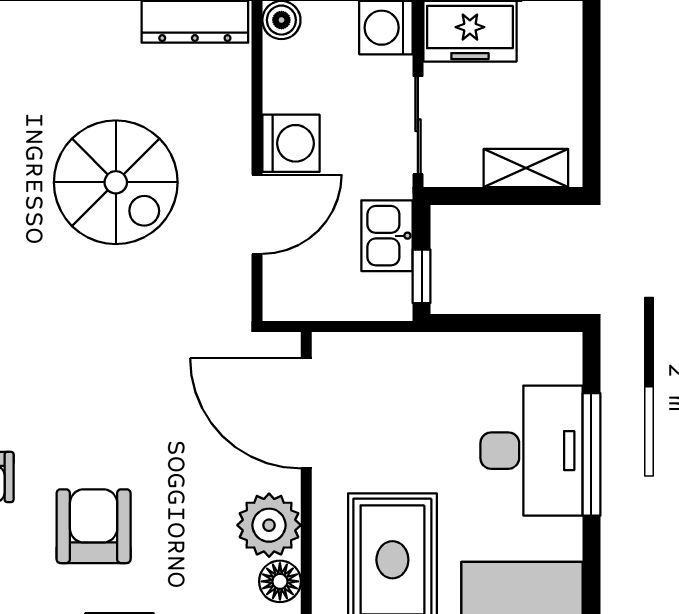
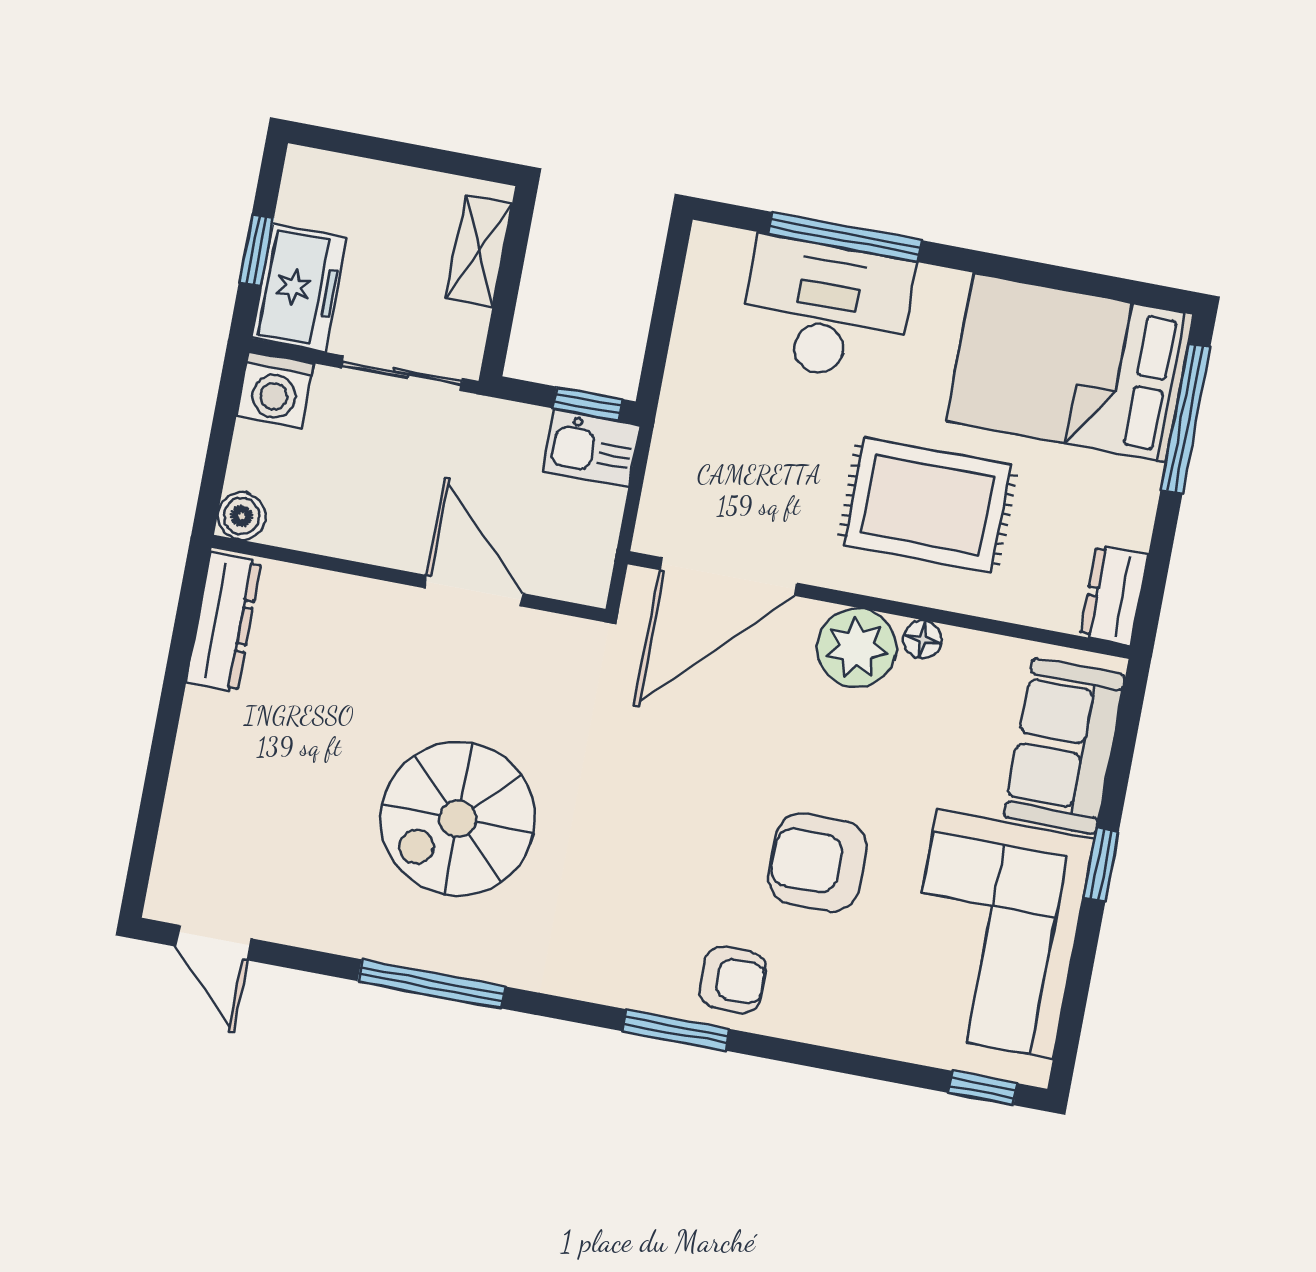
washing machine: (291, 143) -> (395, 533), removed
spiral stairs: (116, 182) -> (458, 819), moved, turned 180
kitchen sink: (387, 236) -> (591, 448), moved
floor lamp: (280, 581) -> (922, 639), width x0.73, depth x0.73

